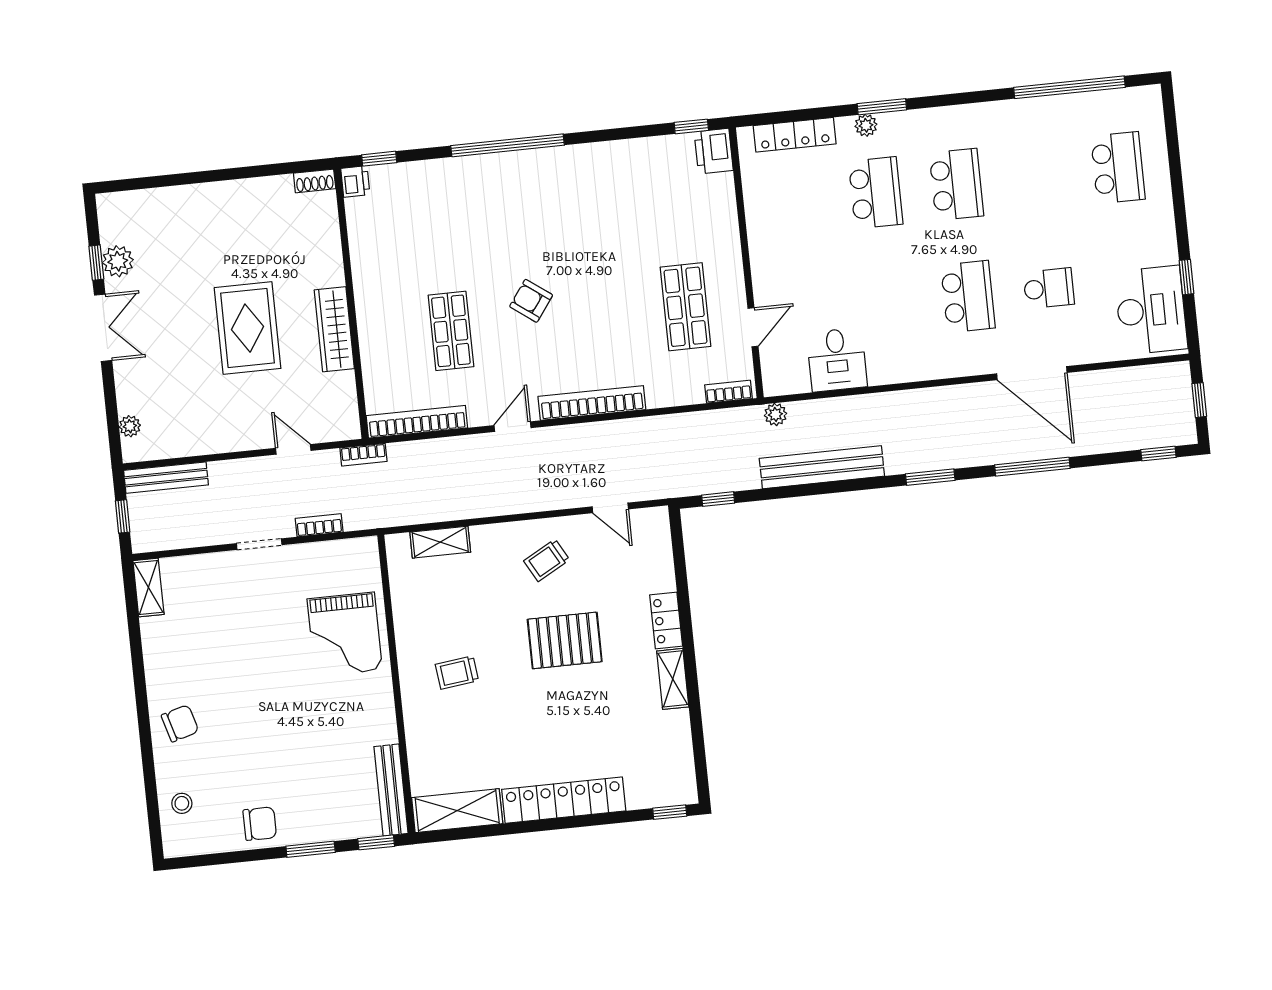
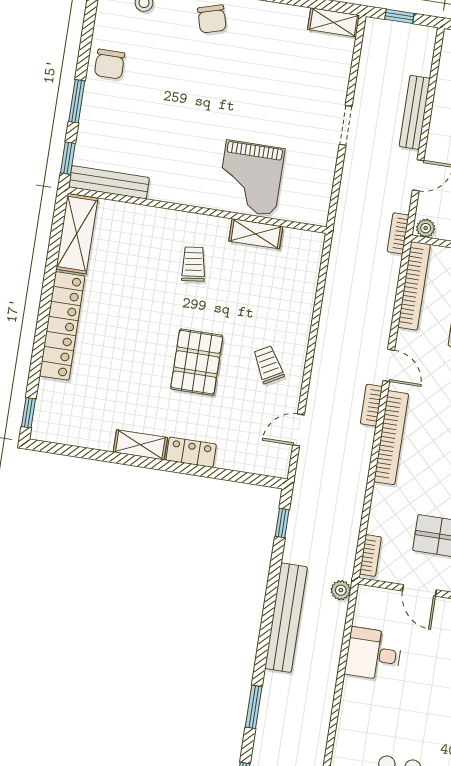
plant: (350, 426) -> (426, 228), added
bench: (166, 478) -> (415, 112), moved
bookcase: (319, 525) -> (371, 405), moved, turned 180
shelving: (440, 542) -> (256, 234), moved, turned 90
grand piano: (345, 634) -> (251, 178), turned -90

